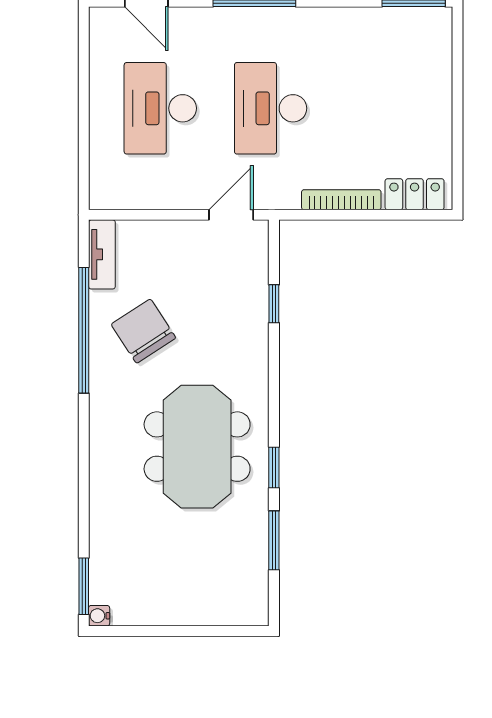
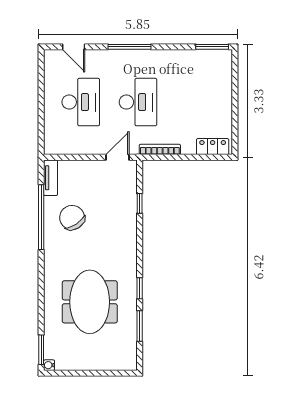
desk: (160, 108) -> (81, 102), turned 180
desk: (271, 108) -> (138, 102), turned 180
bookcase: (341, 200) -> (160, 149), moved
meeting table: (197, 447) -> (90, 302), moved

